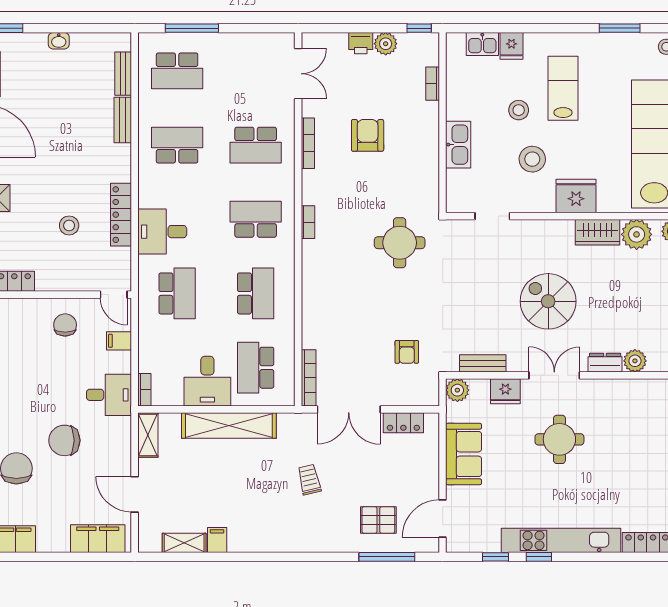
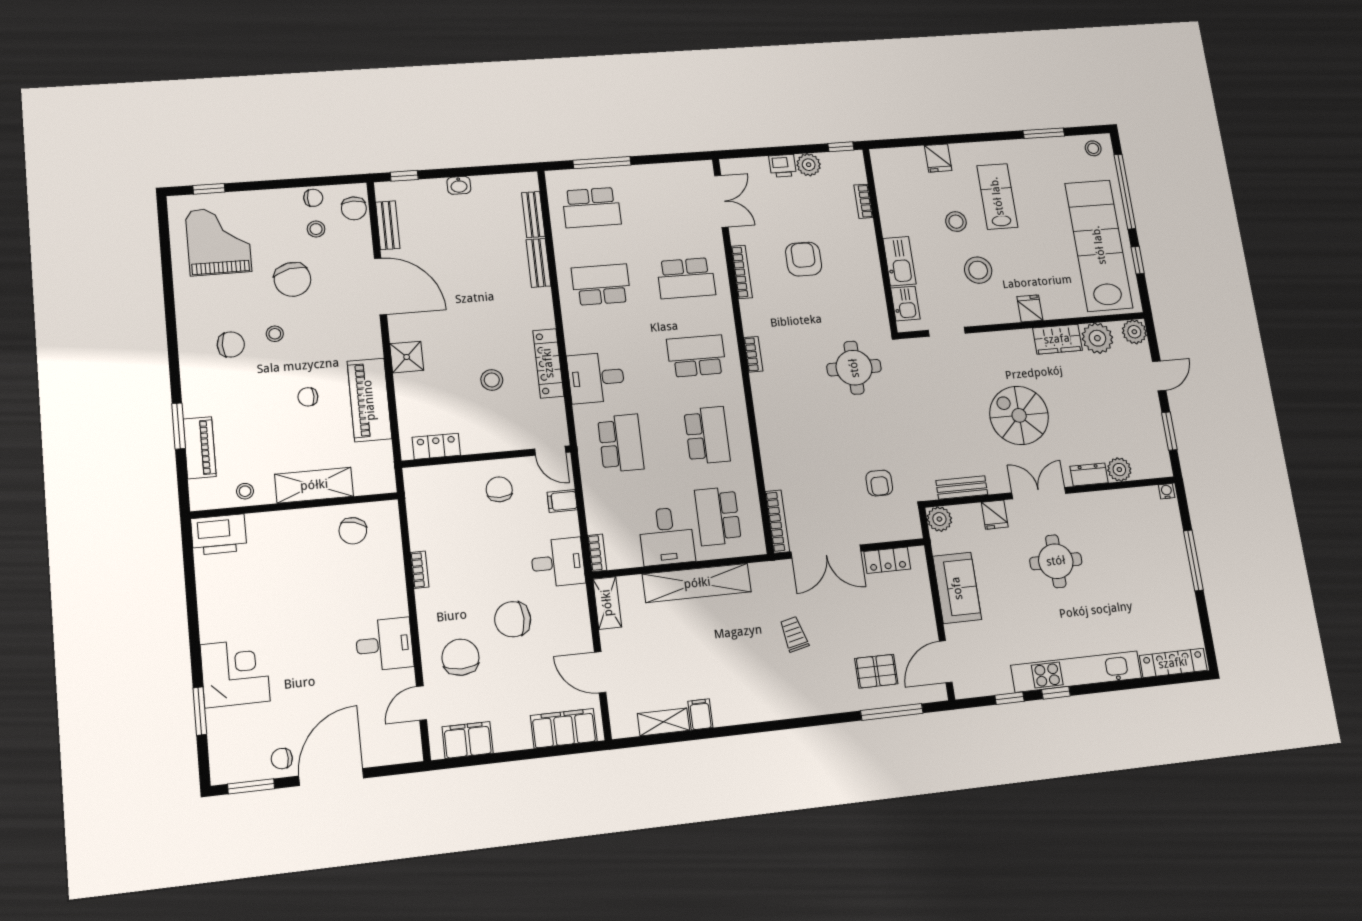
kitchen sink: (482, 44) -> (905, 304), moved, turned -90
fridge: (576, 196) -> (1030, 308), width x0.53, depth x0.75
fridge: (505, 391) -> (995, 515), width x0.72

